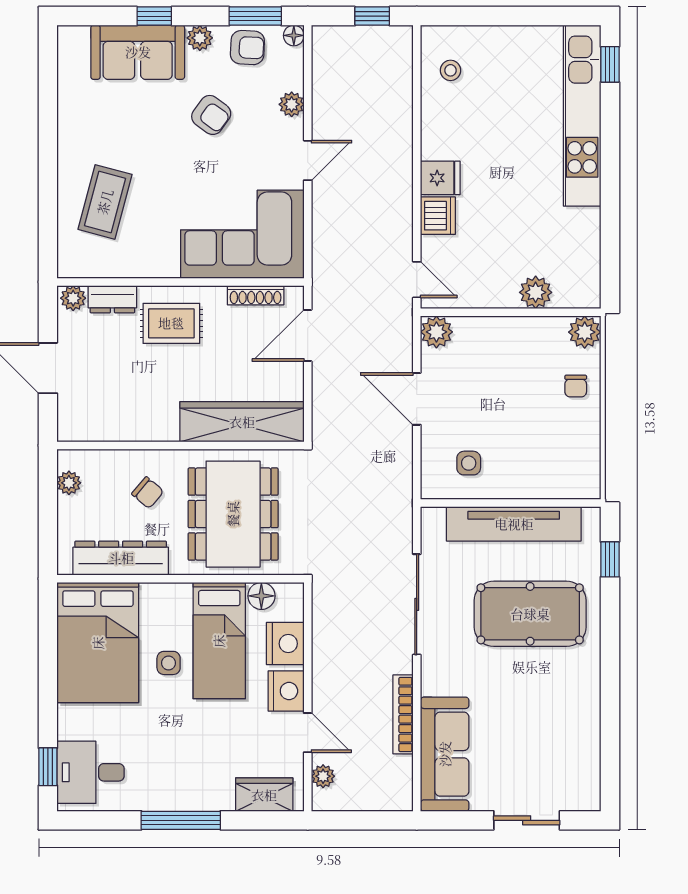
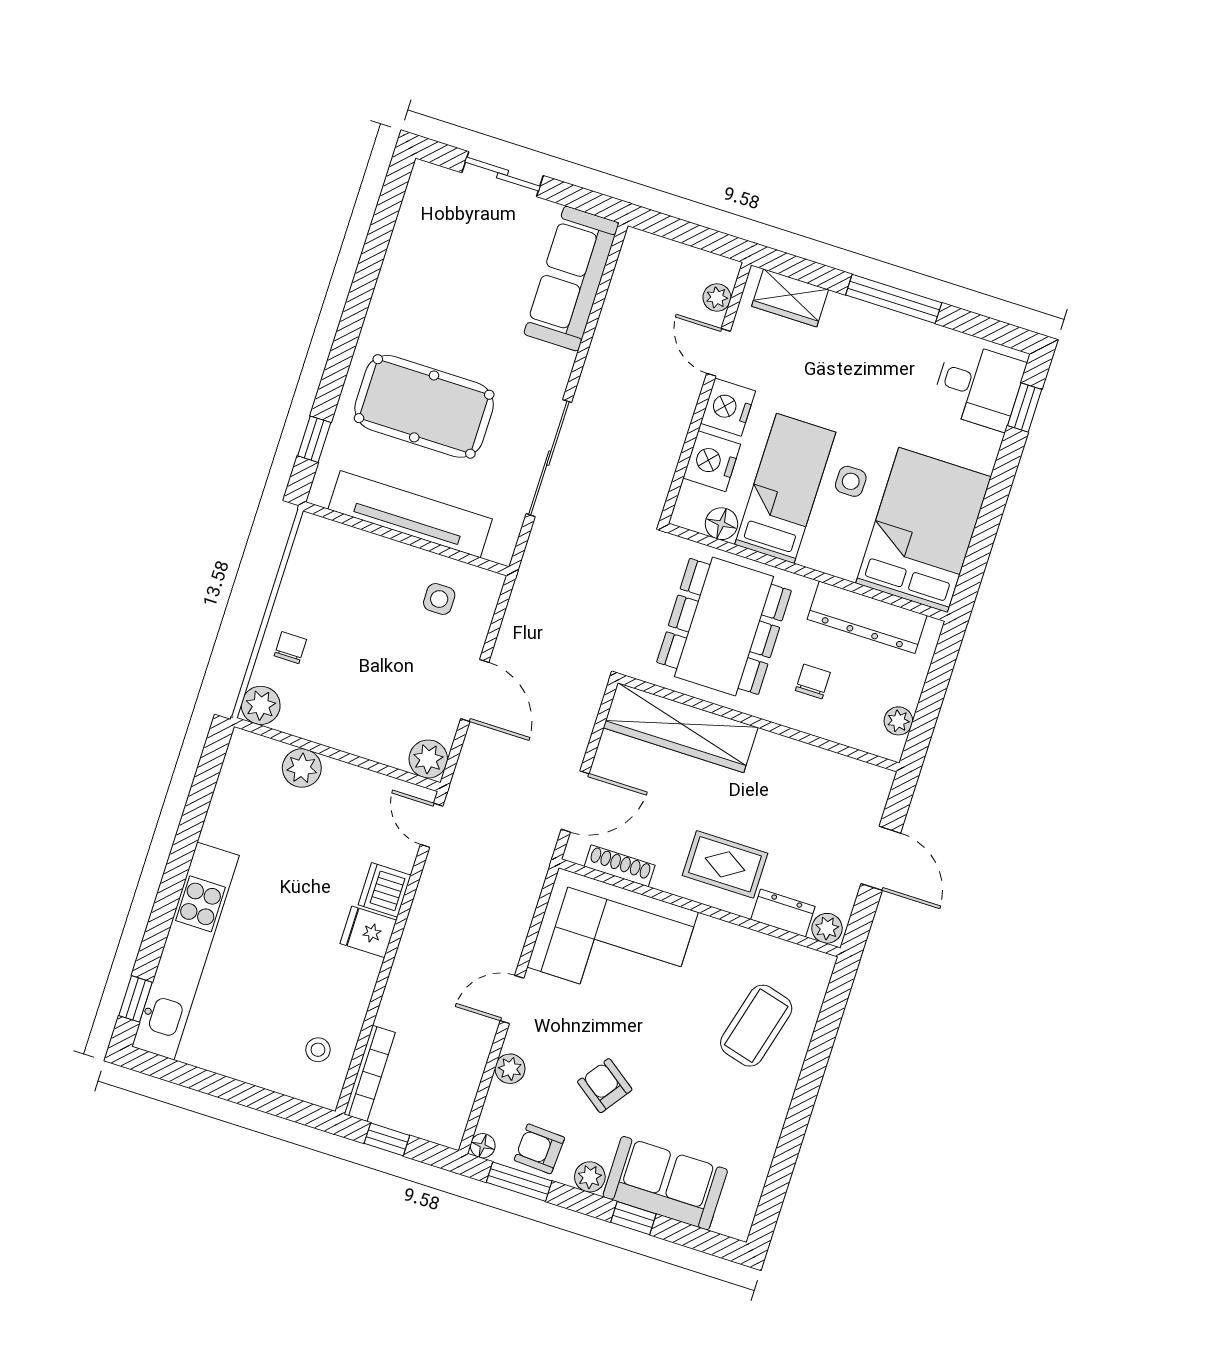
chair: (148, 493) -> (813, 682), turned 50
bookcase: (403, 714) -> (370, 1073), moved

